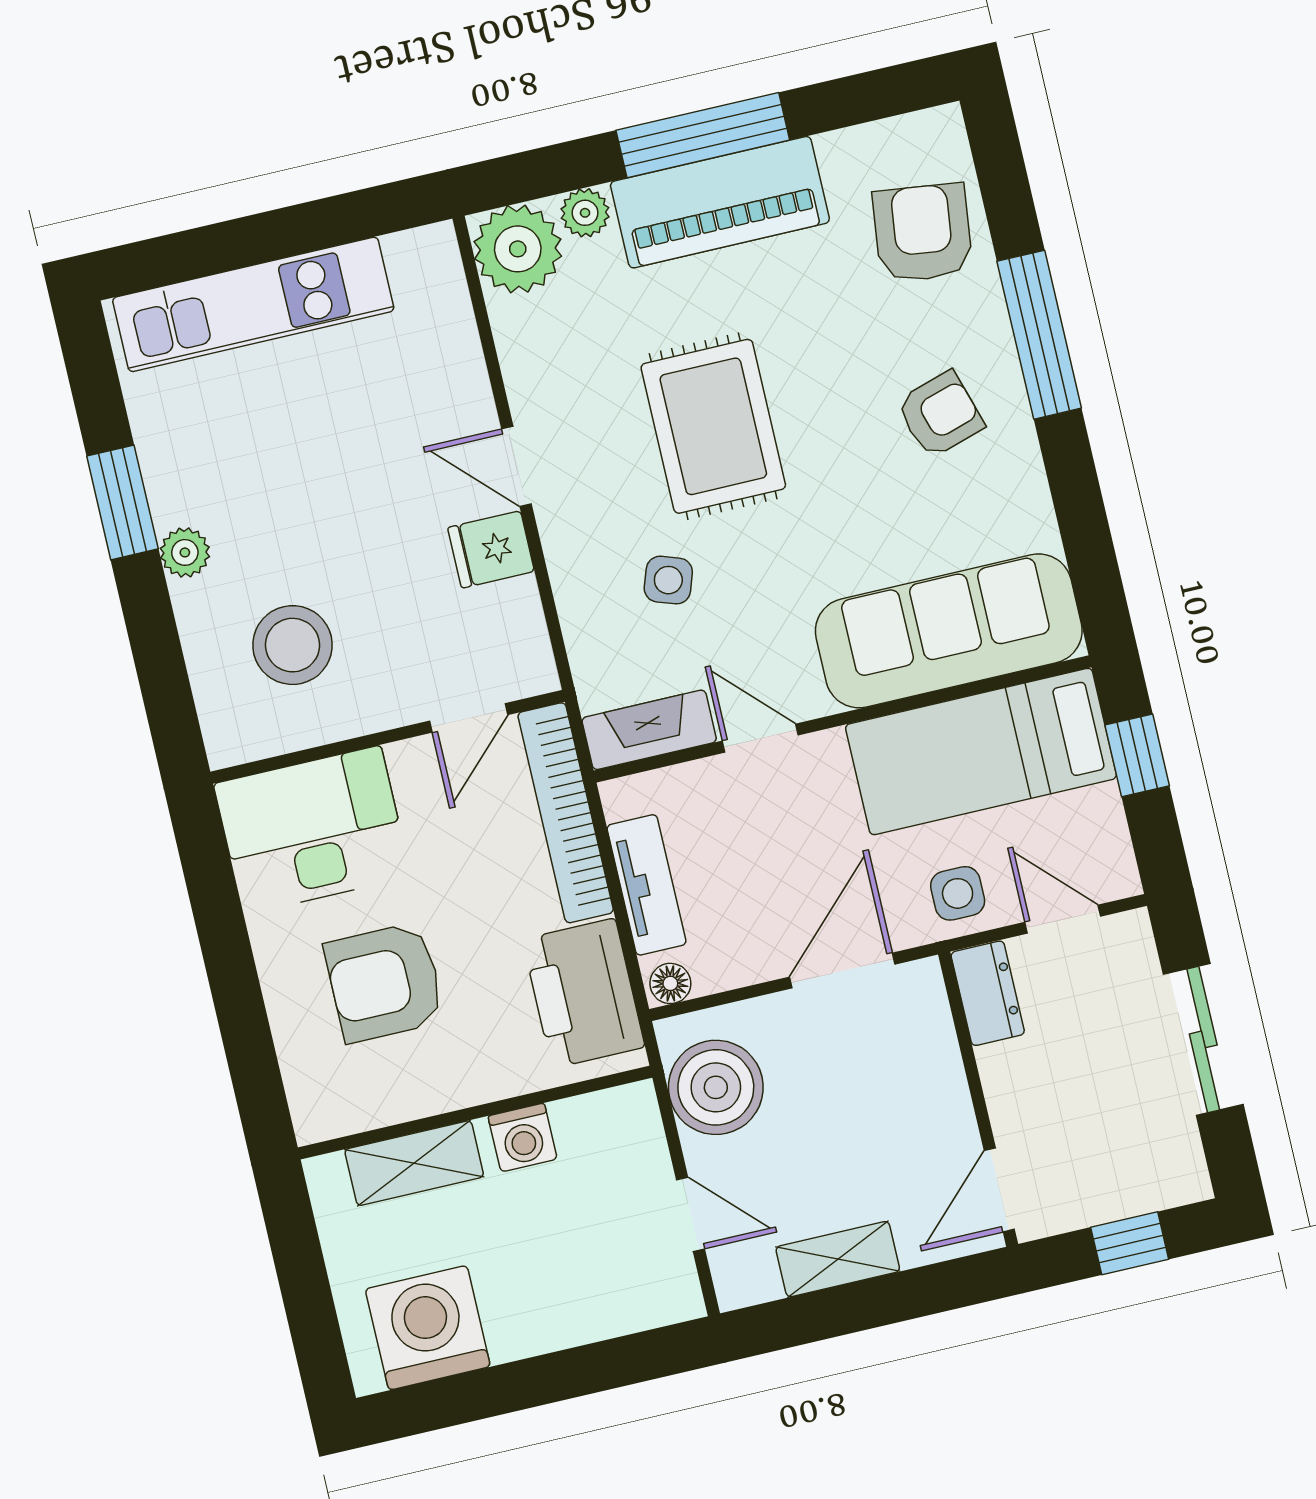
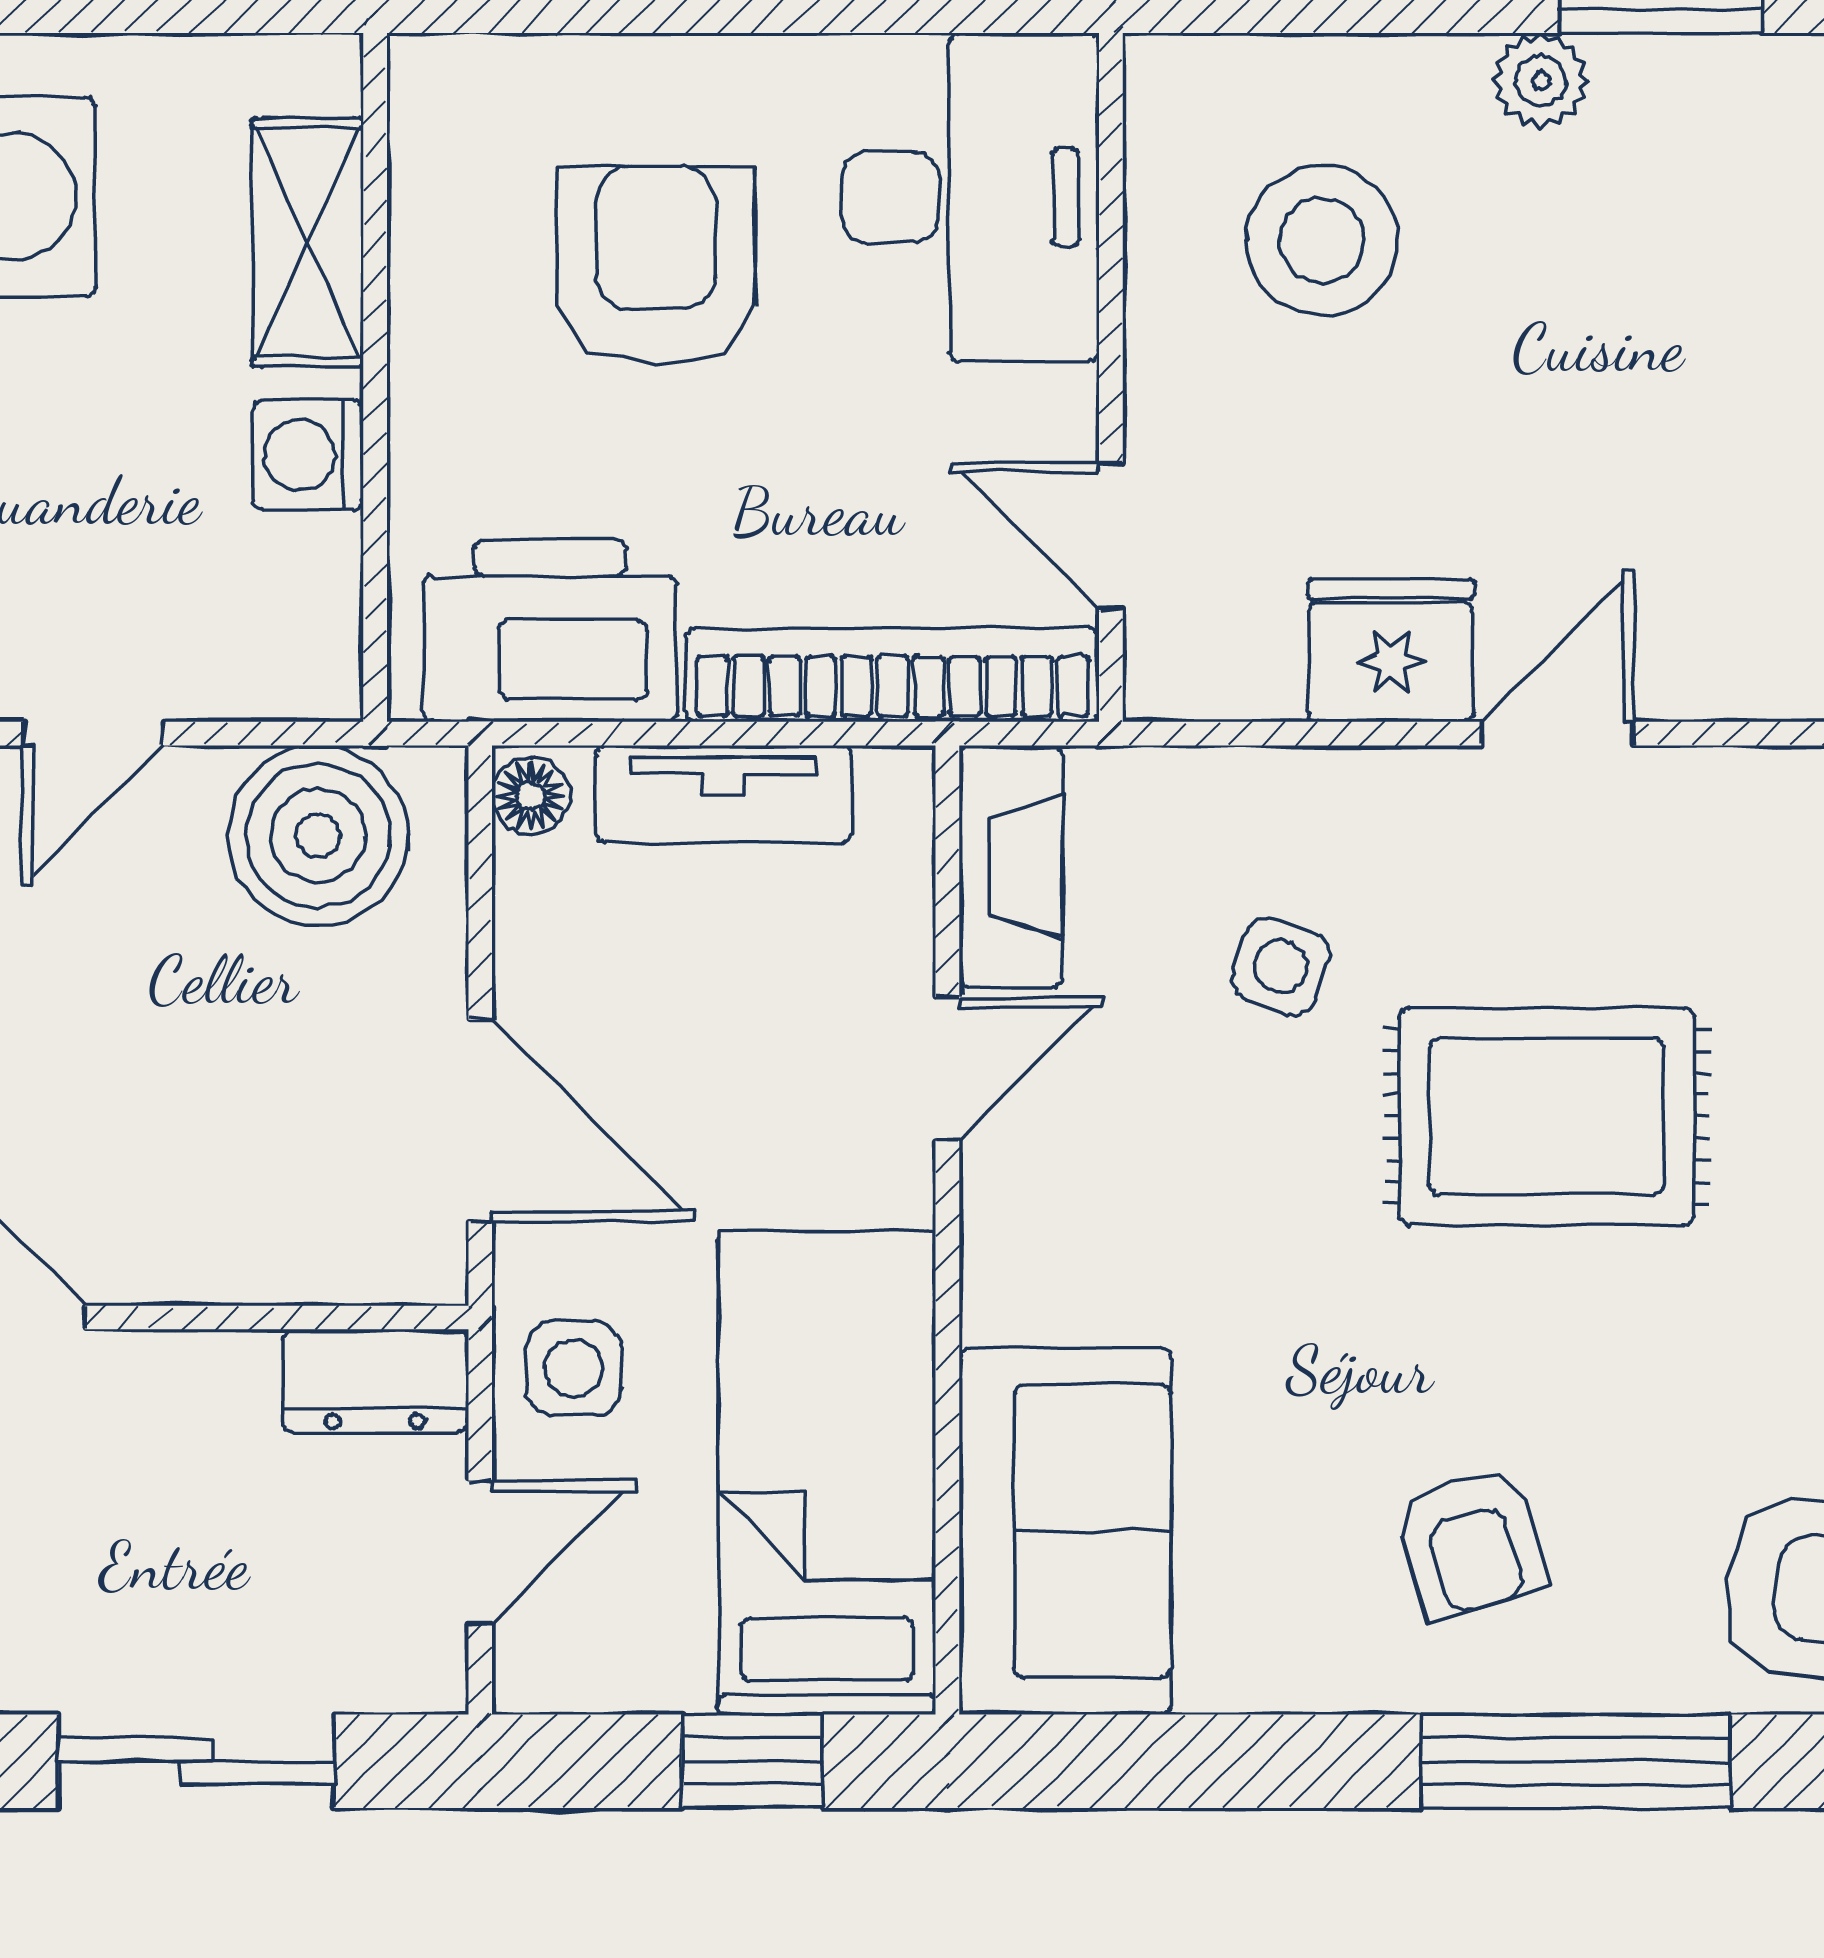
fridge: (491, 549) -> (1391, 650), width x1.38
sofa: (949, 631) -> (1065, 1531), width x0.73

